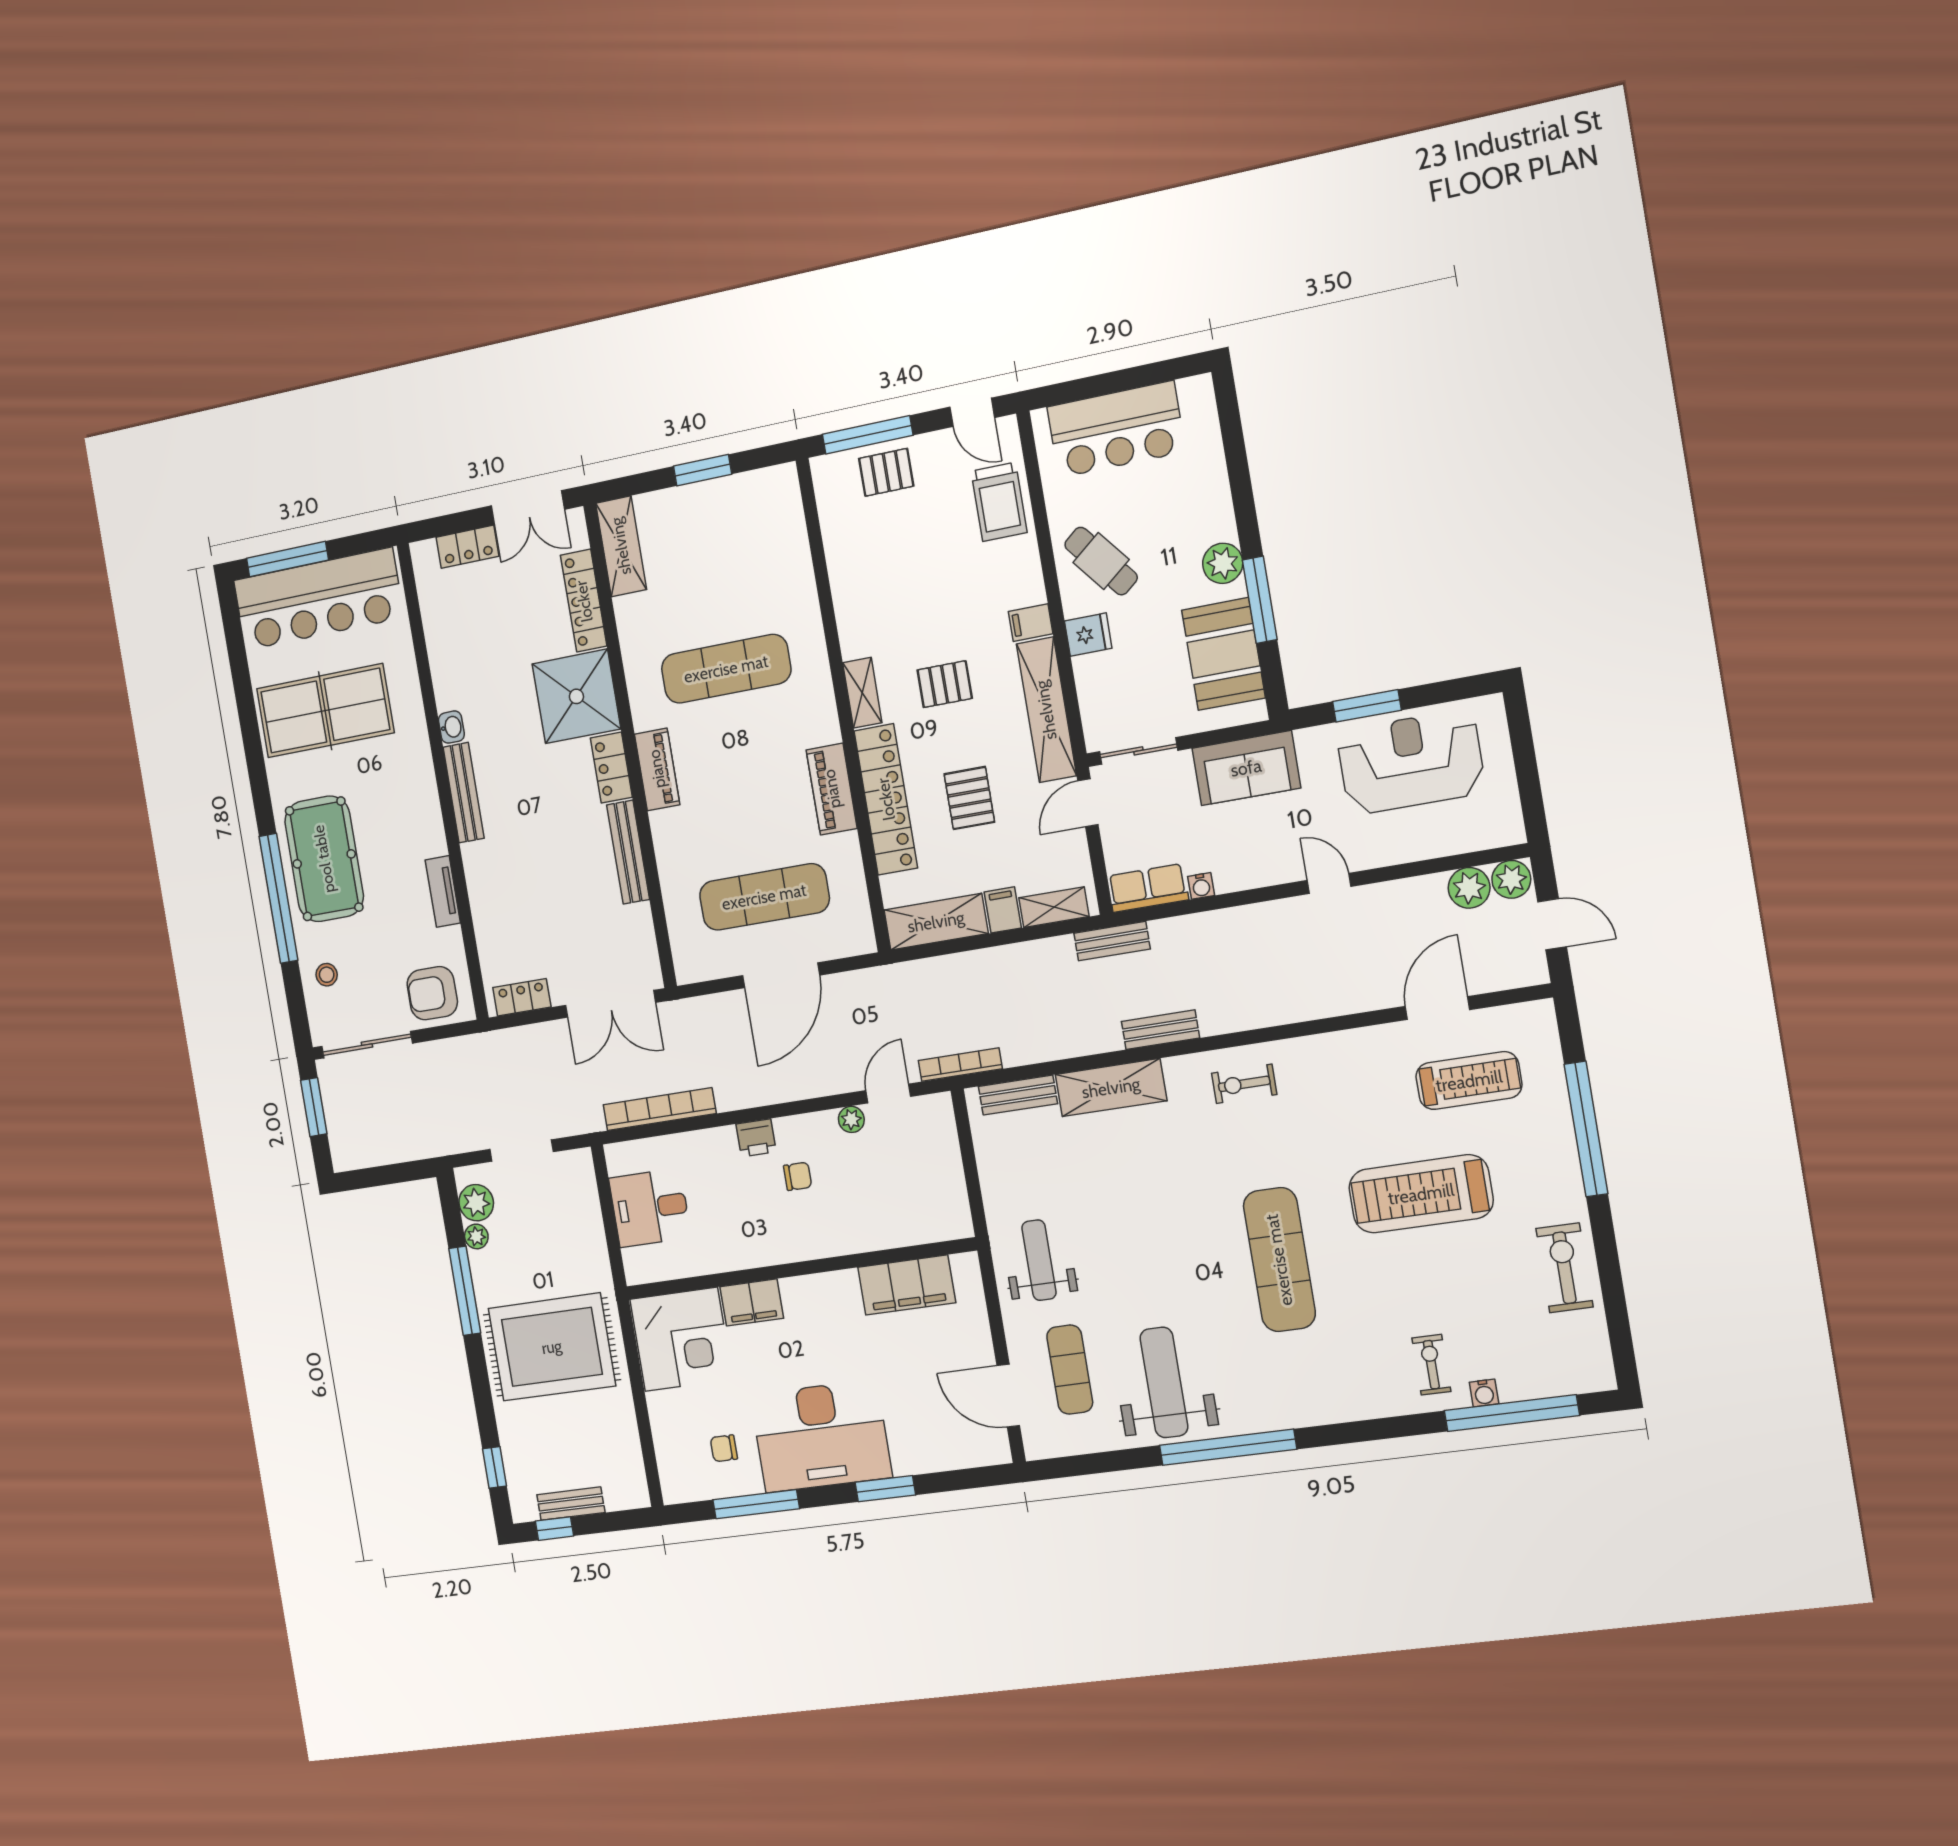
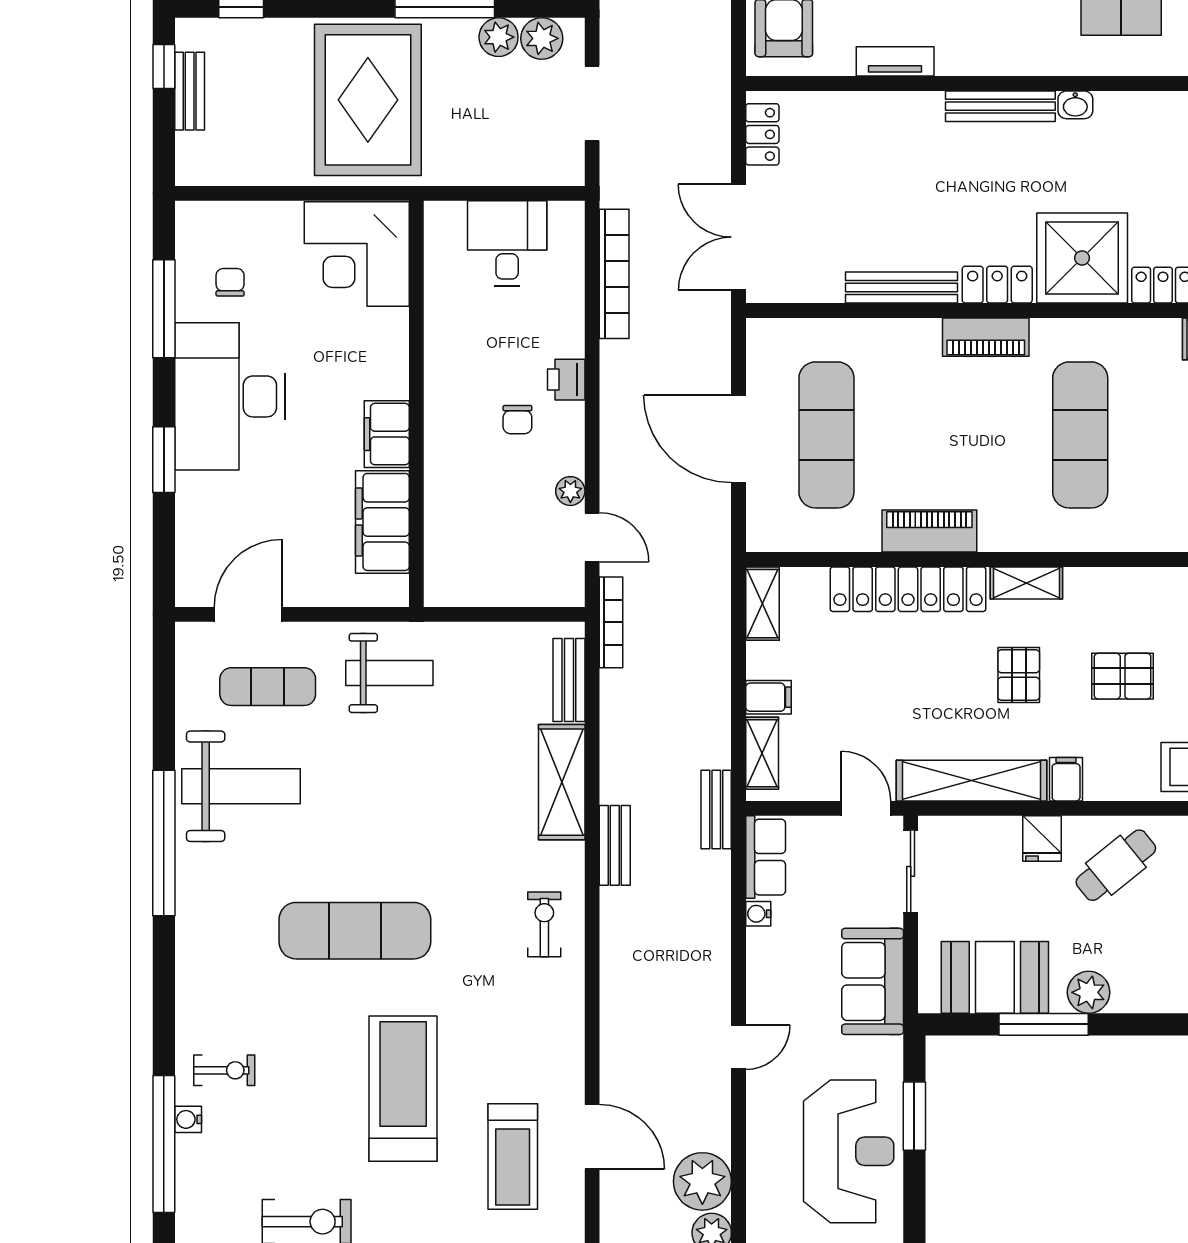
pallet: (969, 798) -> (1123, 676), moved
plant: (1469, 888) -> (702, 1181), width x1.36, depth x1.36
shelving: (936, 922) -> (762, 604), width x0.67, depth x0.75
plant: (476, 1236) -> (499, 37), width x1.38, depth x1.38
filing cabinet: (752, 1302) -> (387, 434), moved

